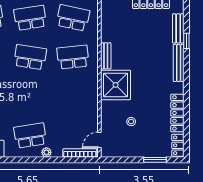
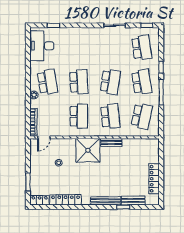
school desk: (30, 96) -> (79, 82), added
school desk: (73, 96) -> (79, 116), added
door: (99, 140) -> (44, 137), swing flipped

